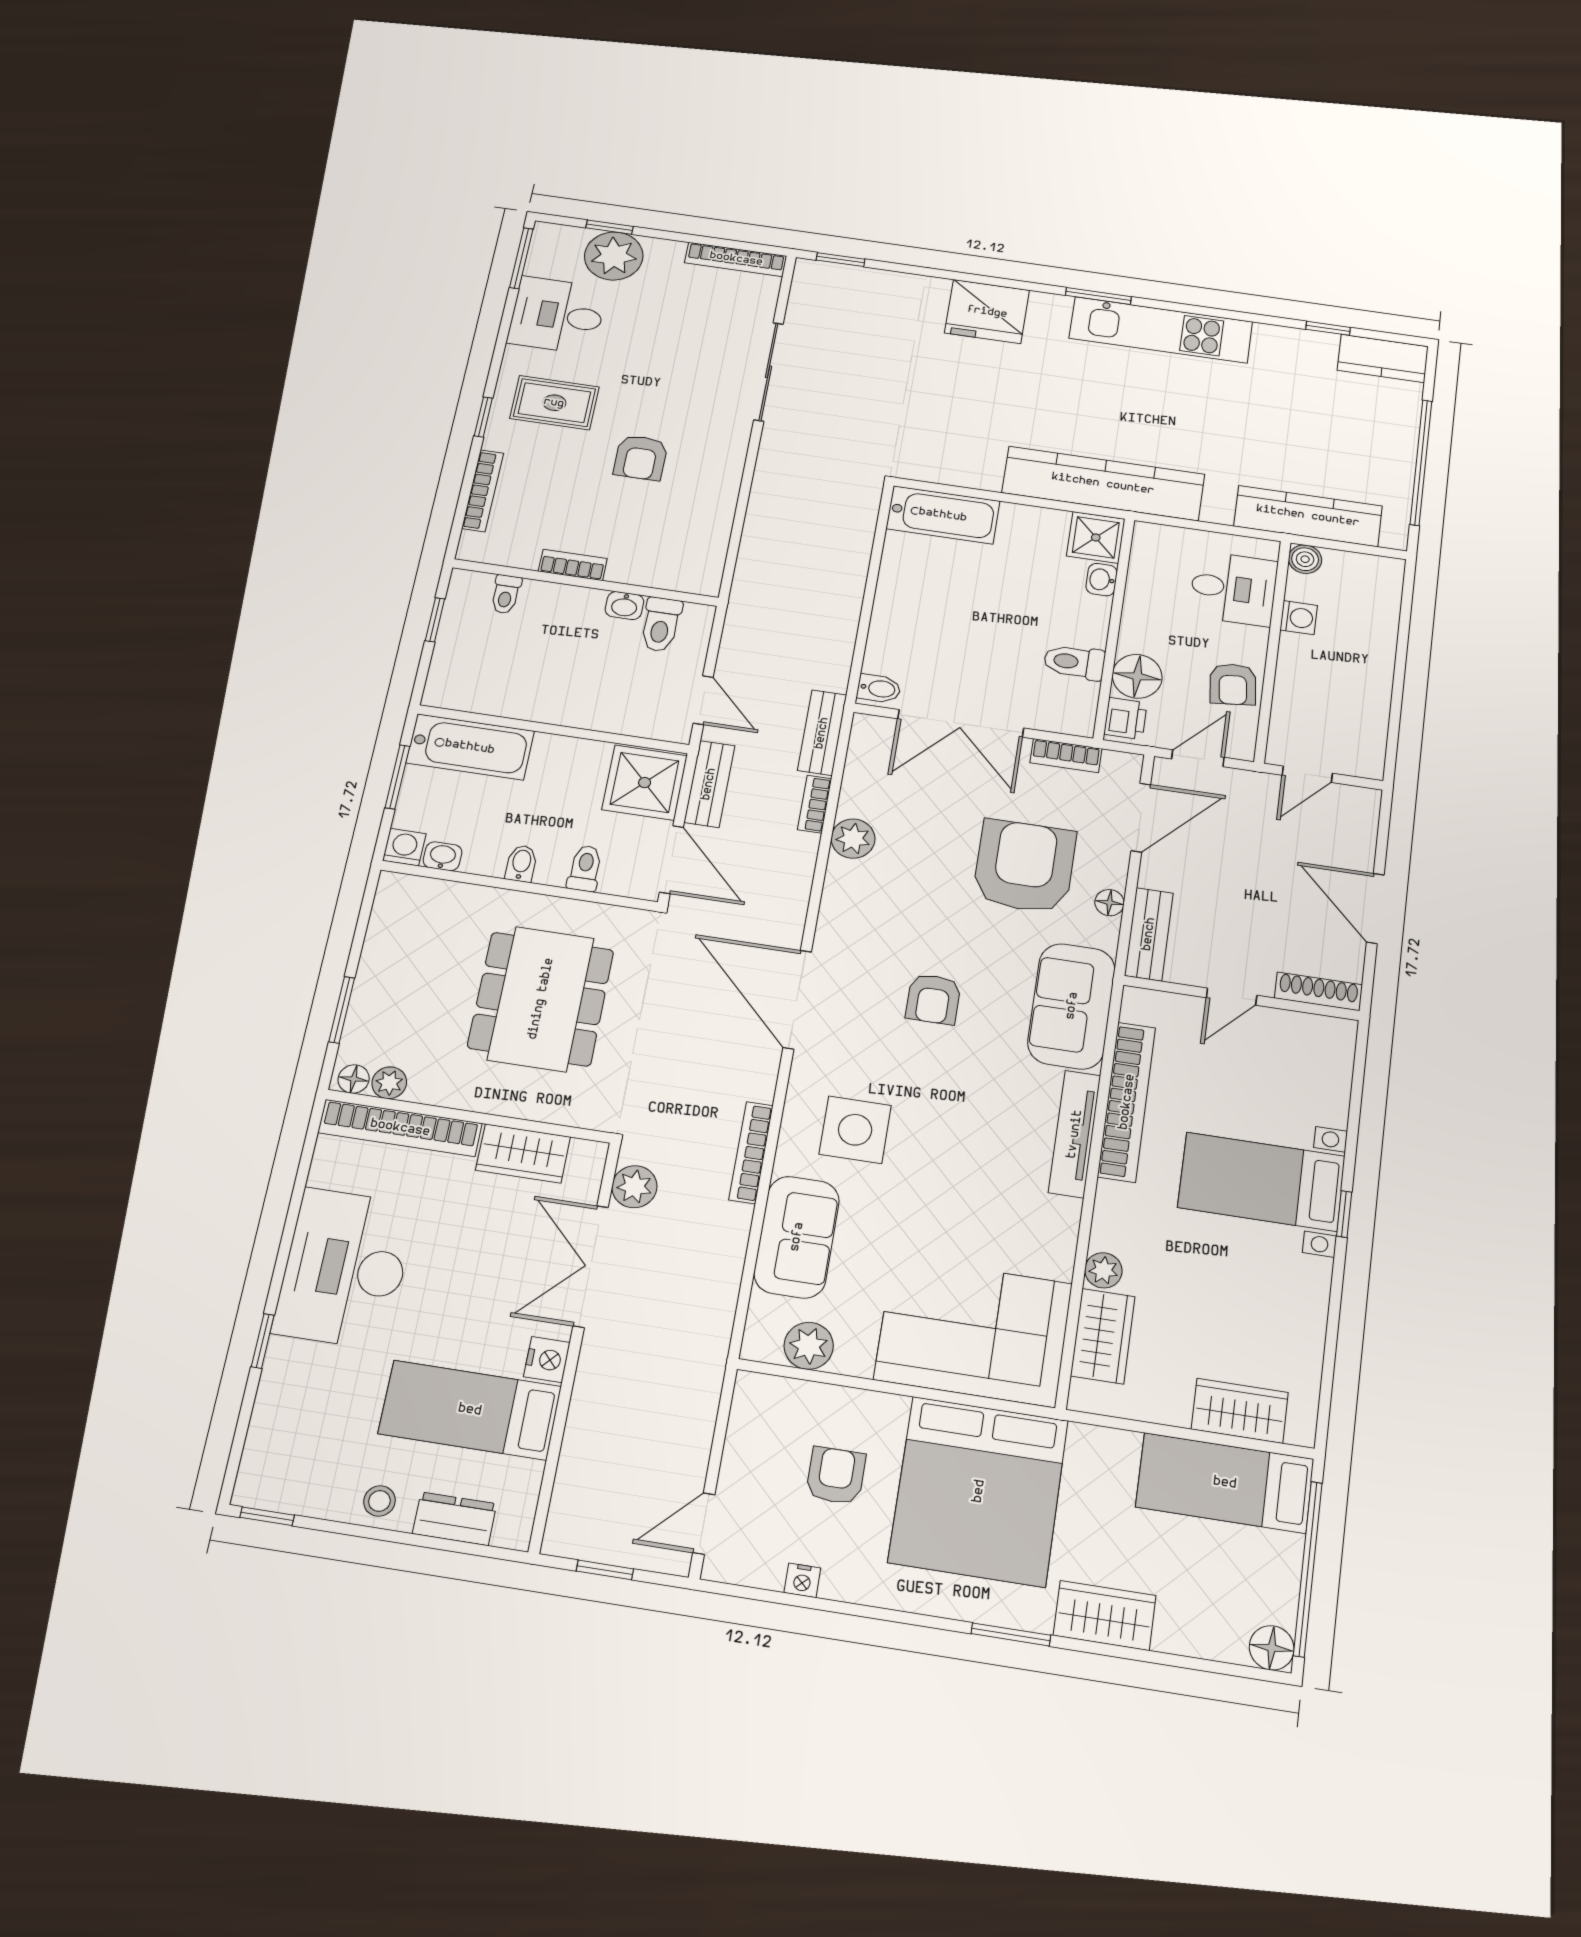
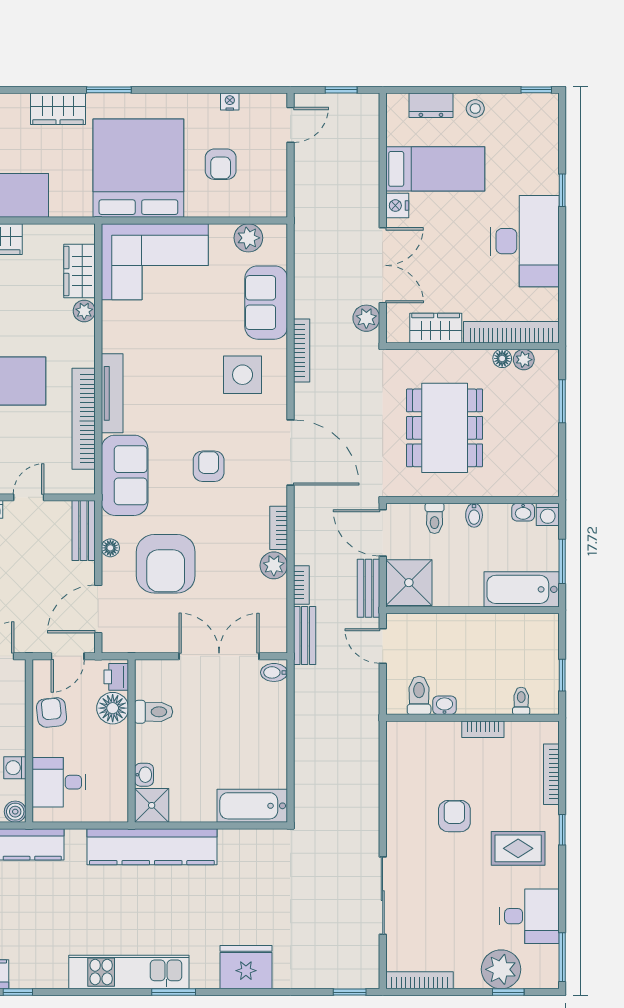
bookcase: (1066, 756) -> (279, 528), moved, turned -90
floor lamp: (354, 1079) -> (502, 358), moved

